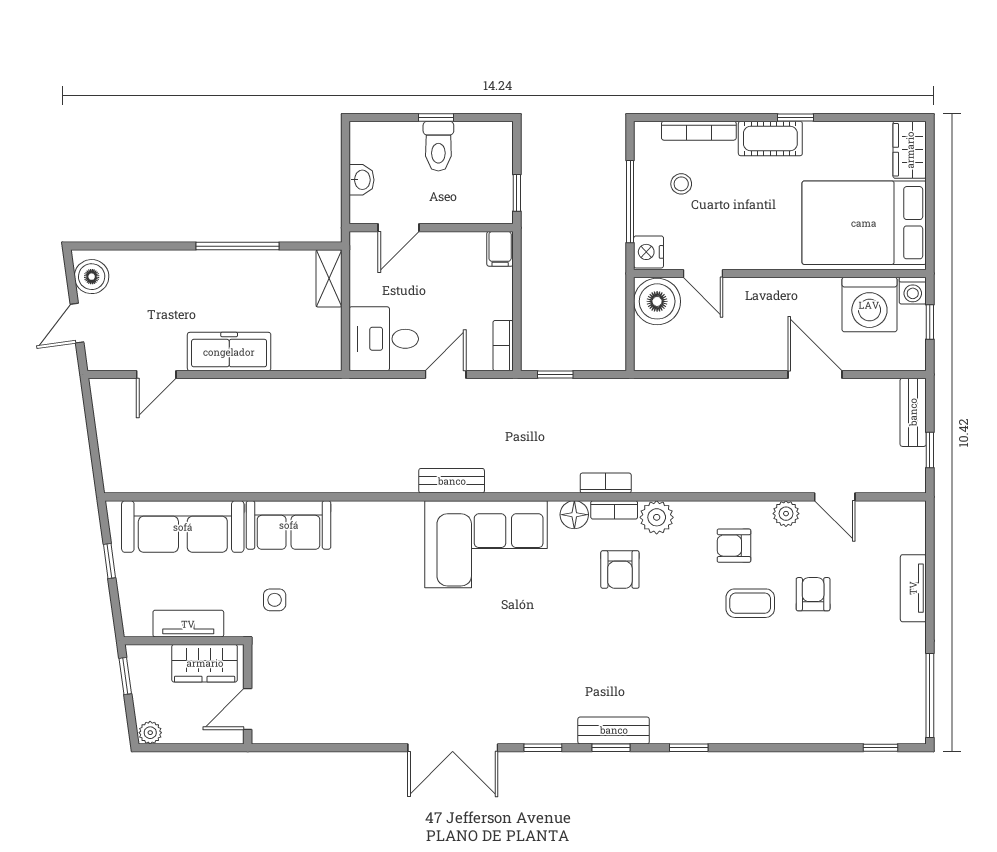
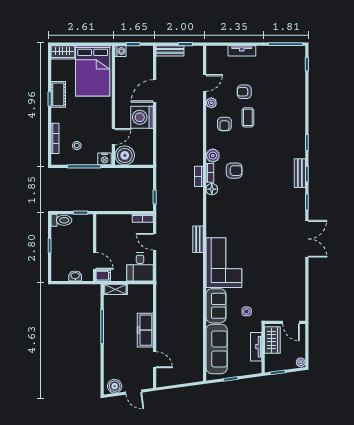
cot: (770, 139) -> (58, 94), moved
toilet: (438, 146) -> (61, 220), moved
filing cabinet: (500, 249) -> (103, 276), moved
washing machine: (869, 305) -> (142, 117), moved, turned 180
corner sofa: (486, 544) -> (224, 263), moved

